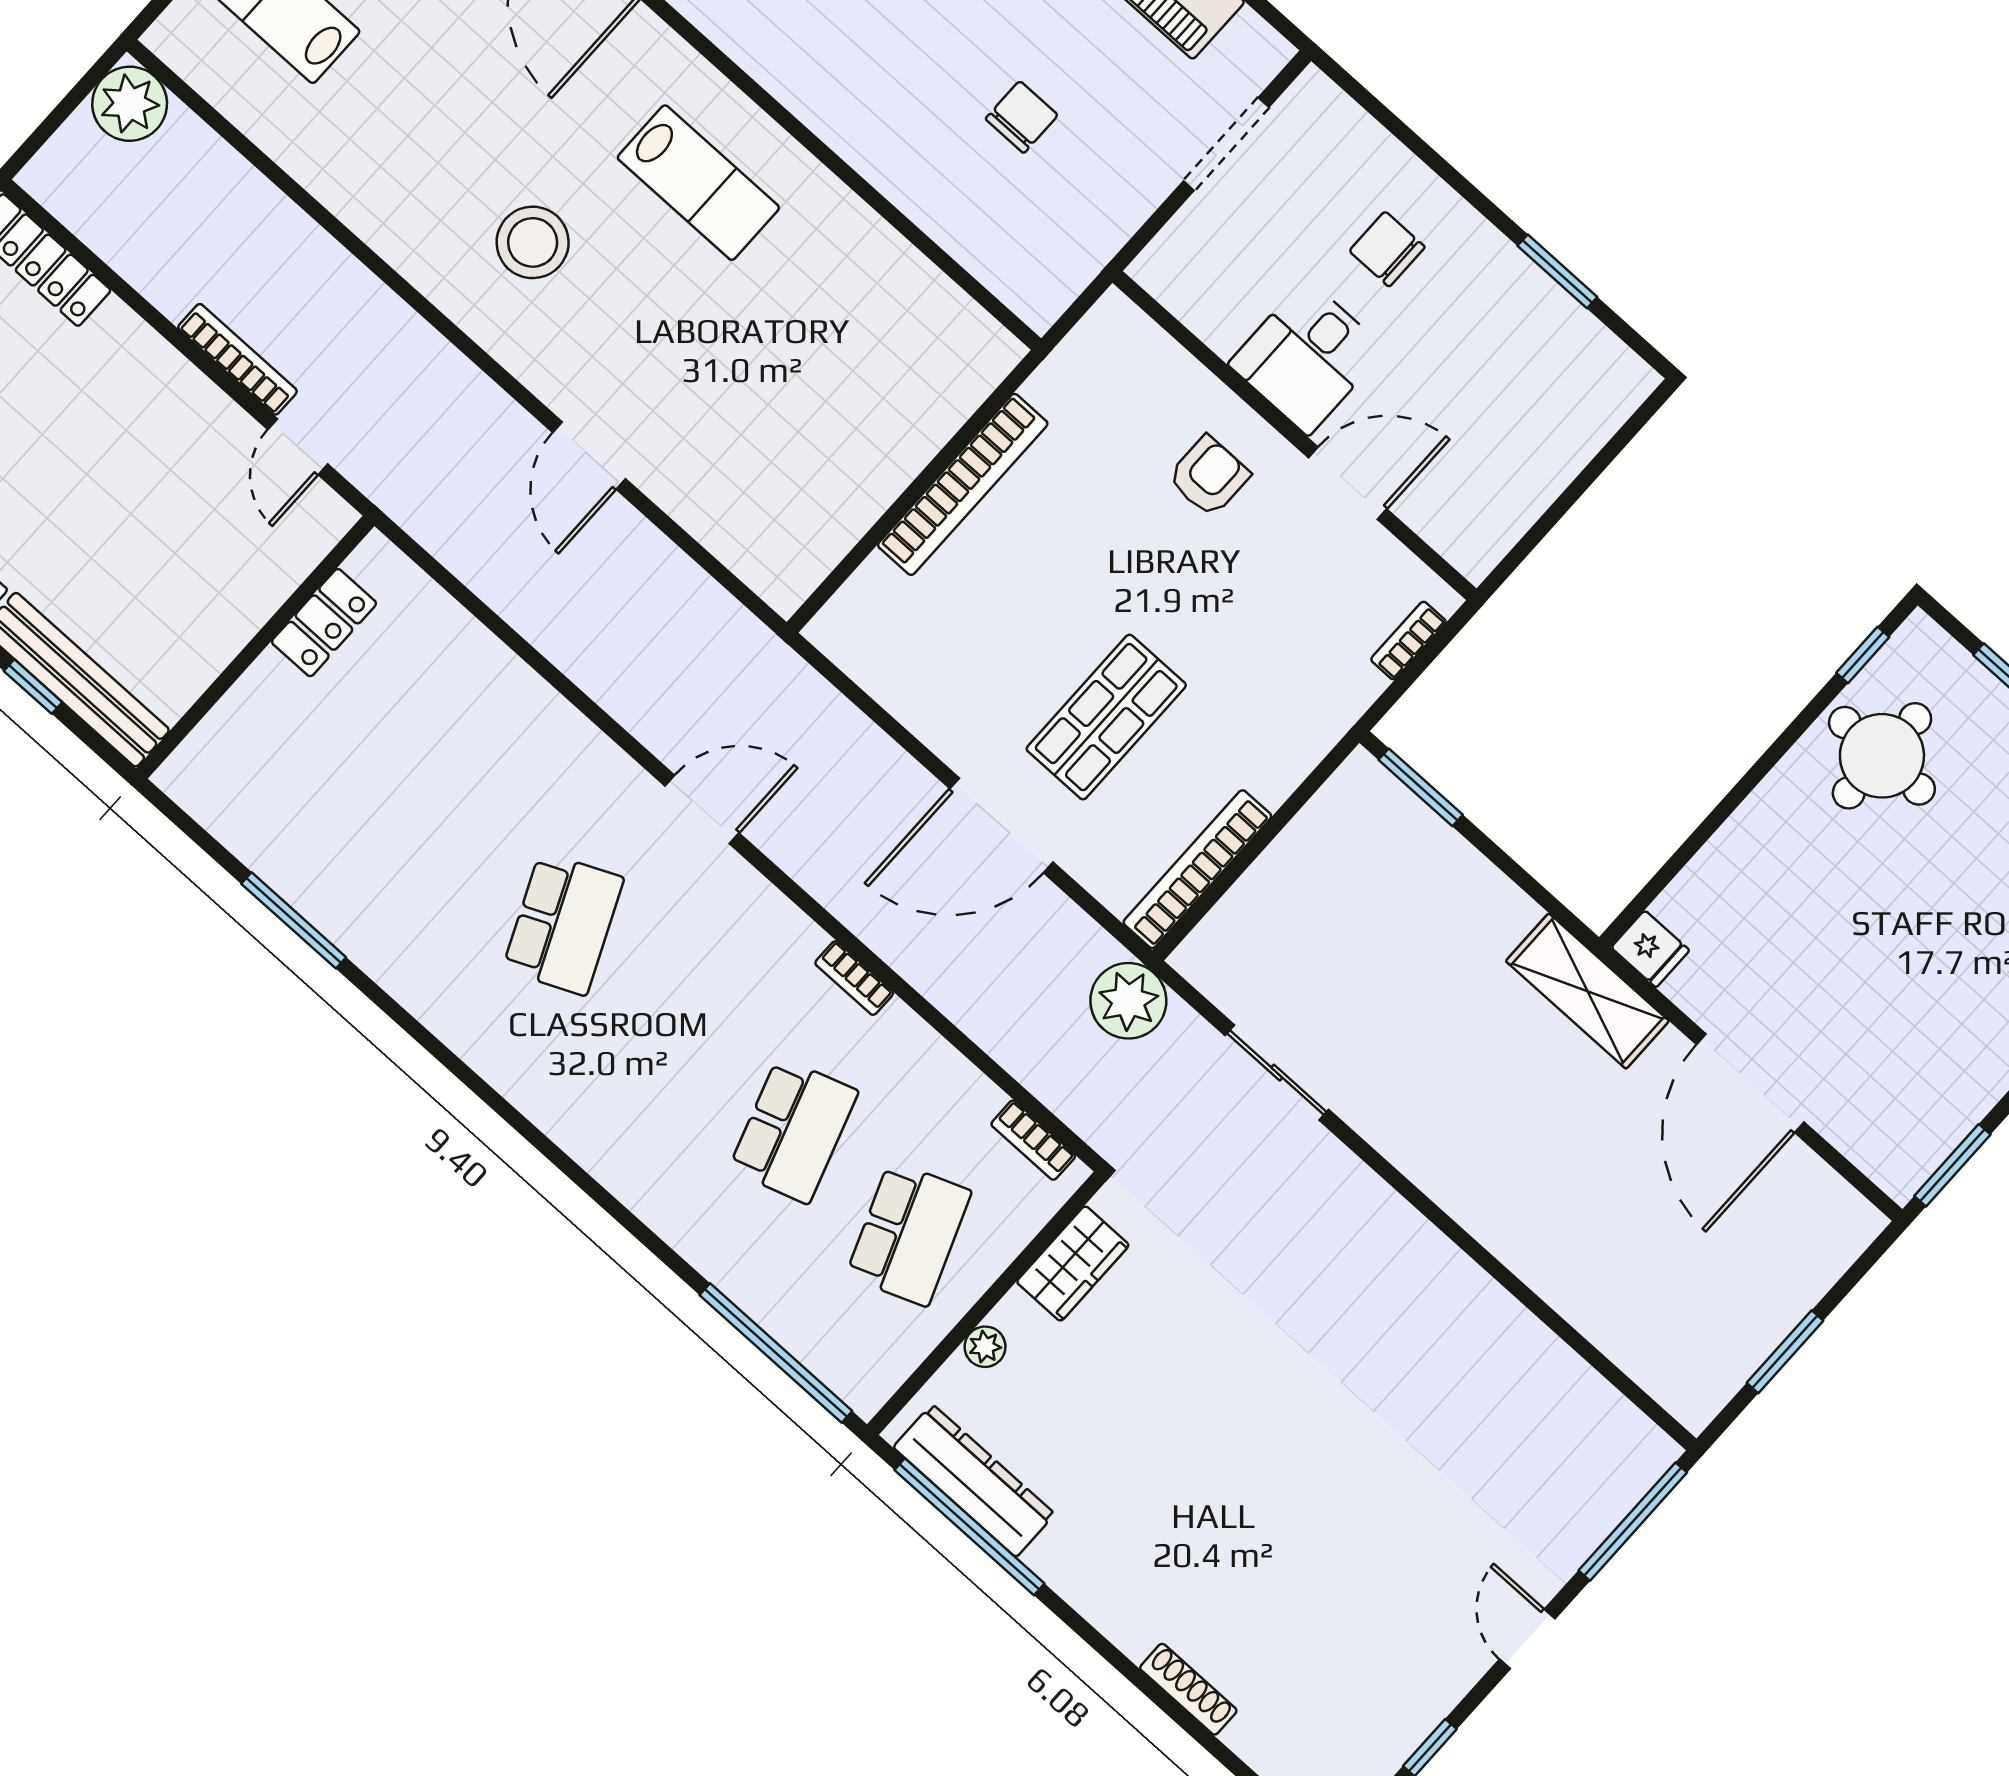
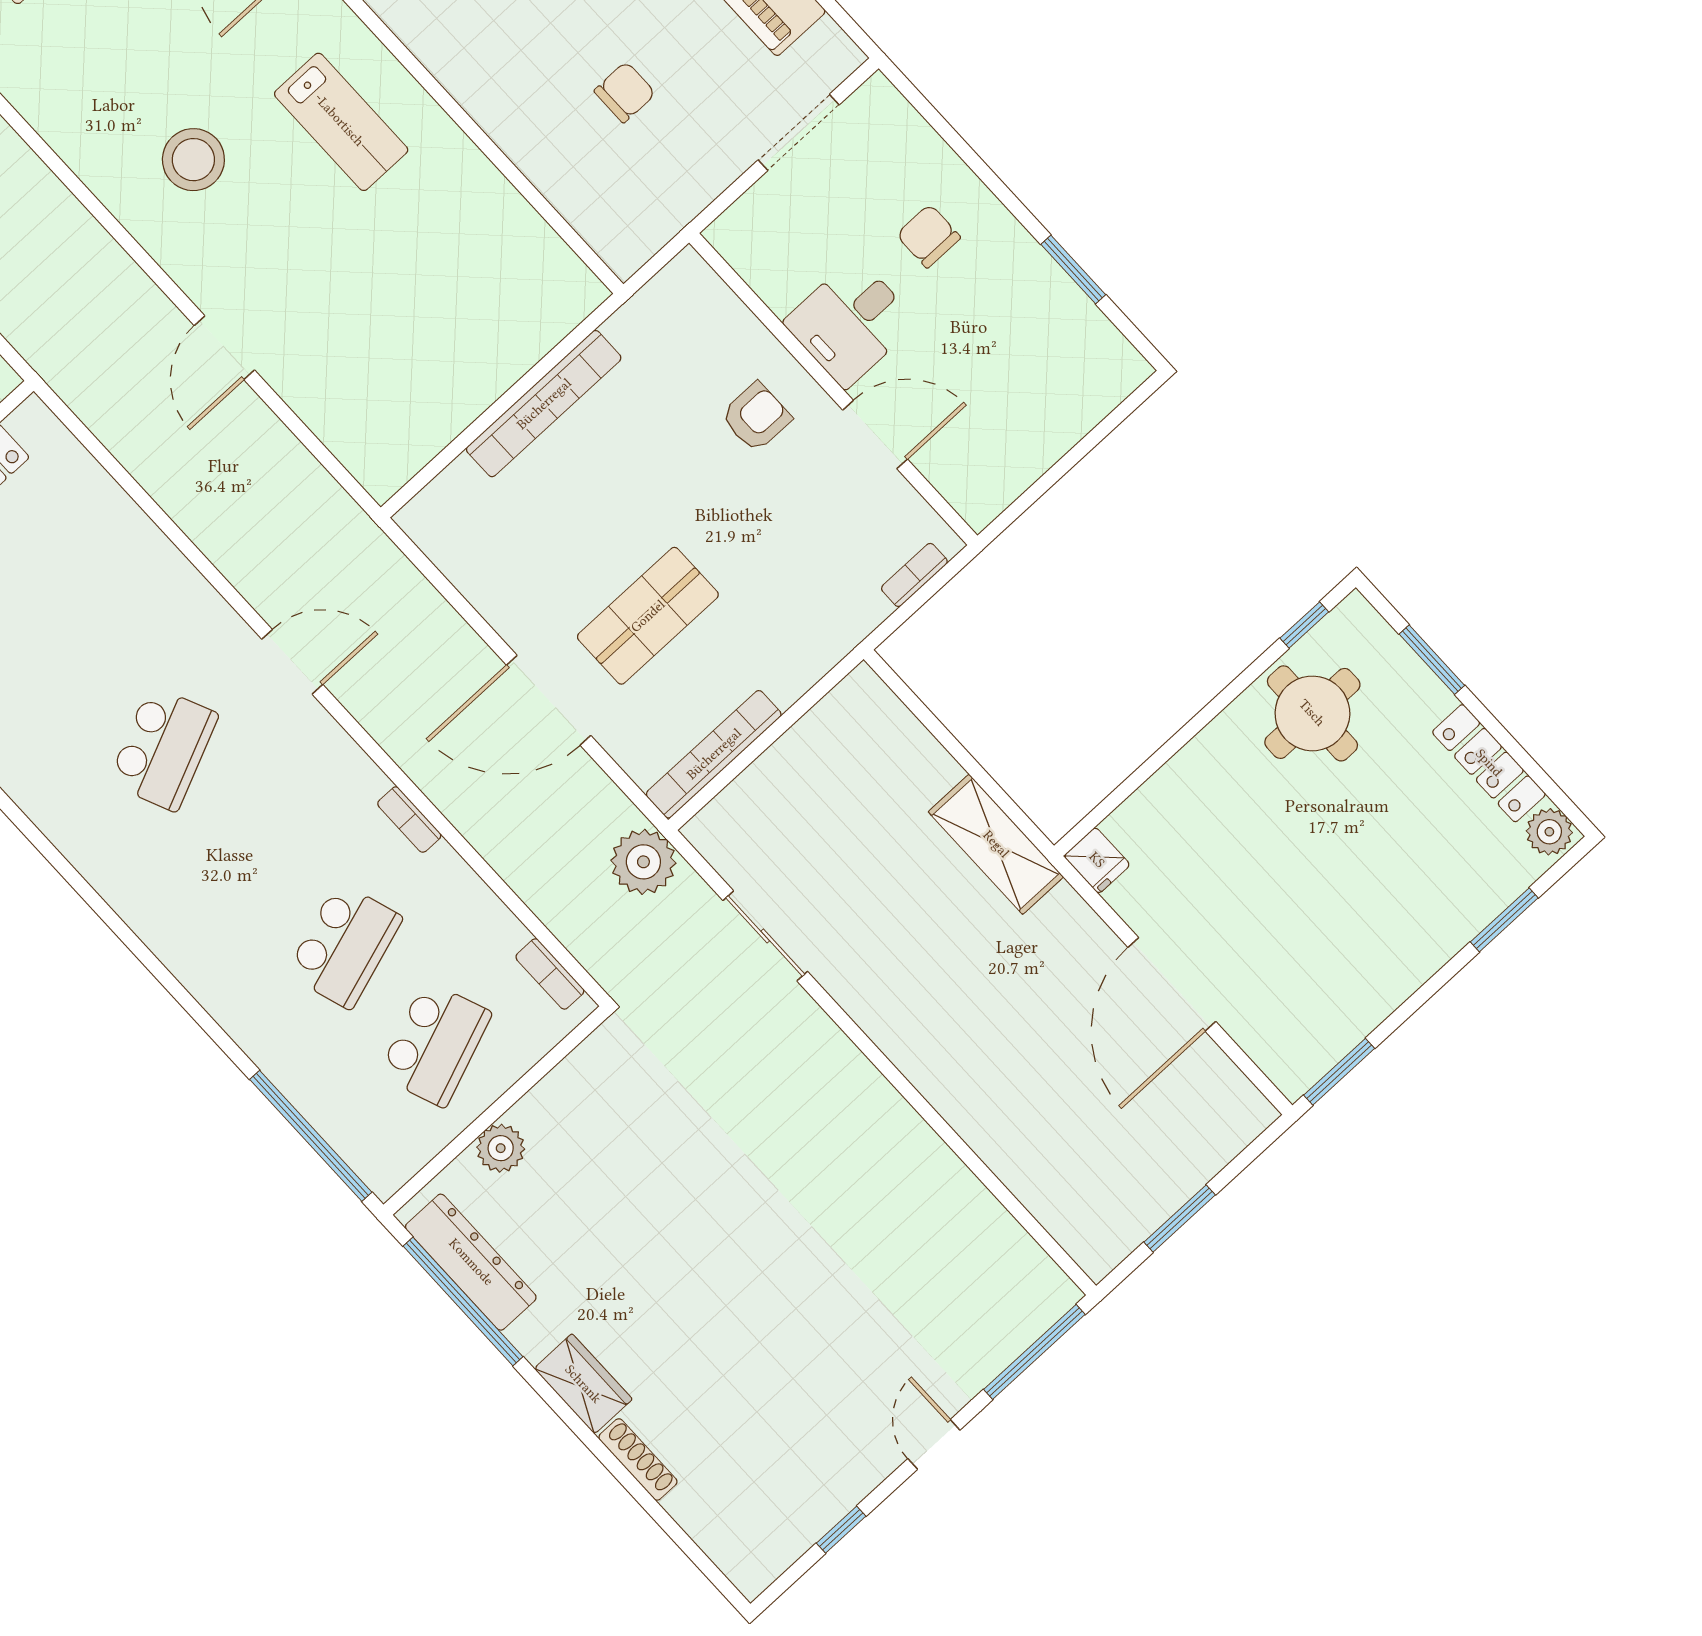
window: (1421, 787) -> (913, 702), removed
shelving: (1587, 991) -> (996, 844), moved
wardrobe: (1073, 1264) -> (583, 1384), moved, turned -90
plant: (985, 1347) -> (501, 1148), width x1.38, depth x1.38

